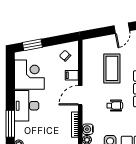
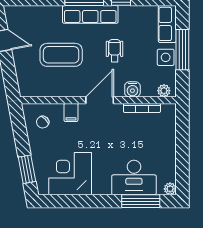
door: (80, 95) -> (100, 100), swing flipped
desk: (27, 106) -> (134, 178), moved
water cooler: (88, 129) -> (132, 89), moved

